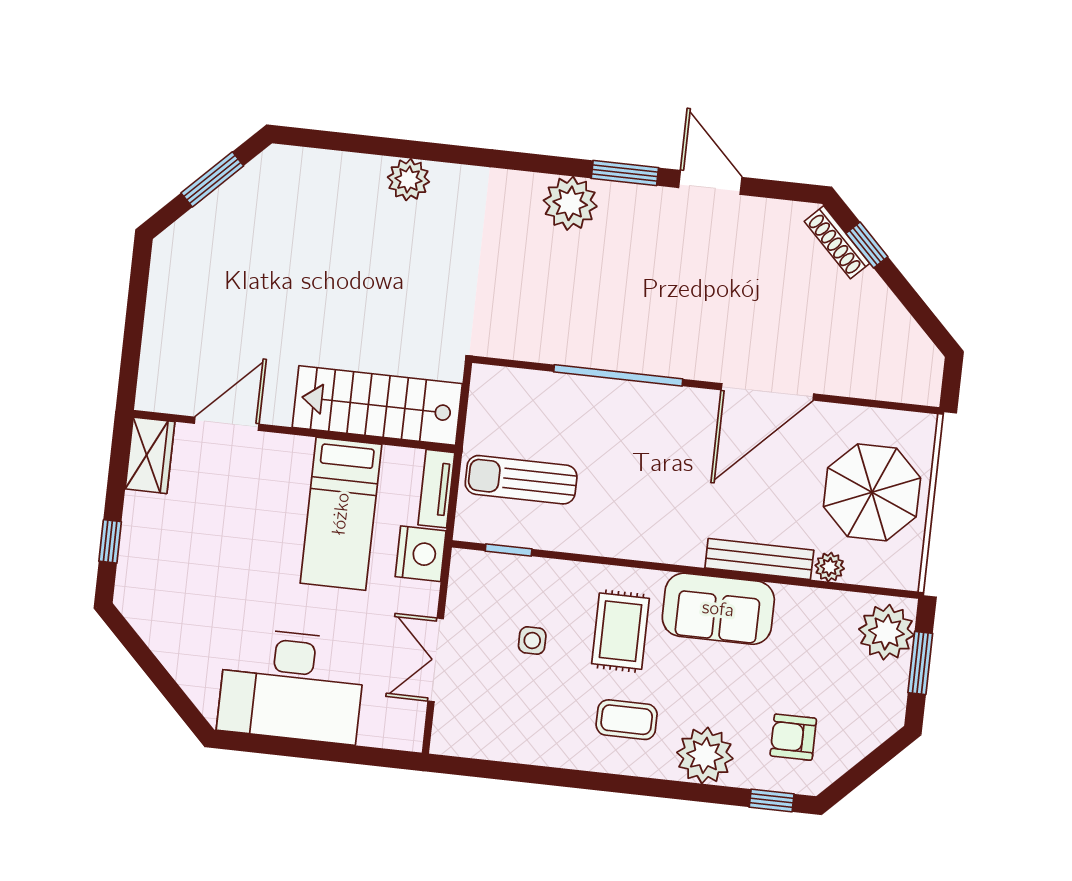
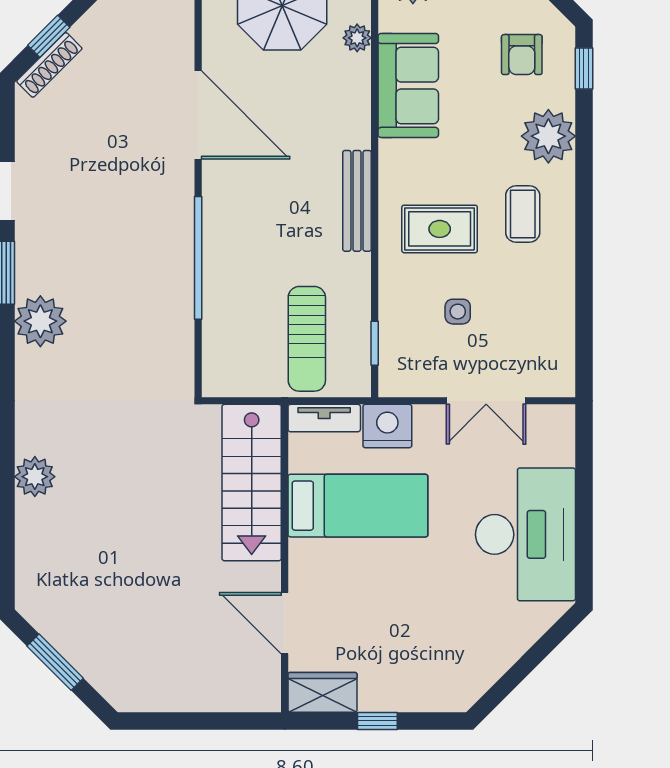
window: (110, 541) -> (377, 721), moved
bench: (759, 559) -> (357, 201), moved
sofa: (718, 609) -> (408, 85), moved

